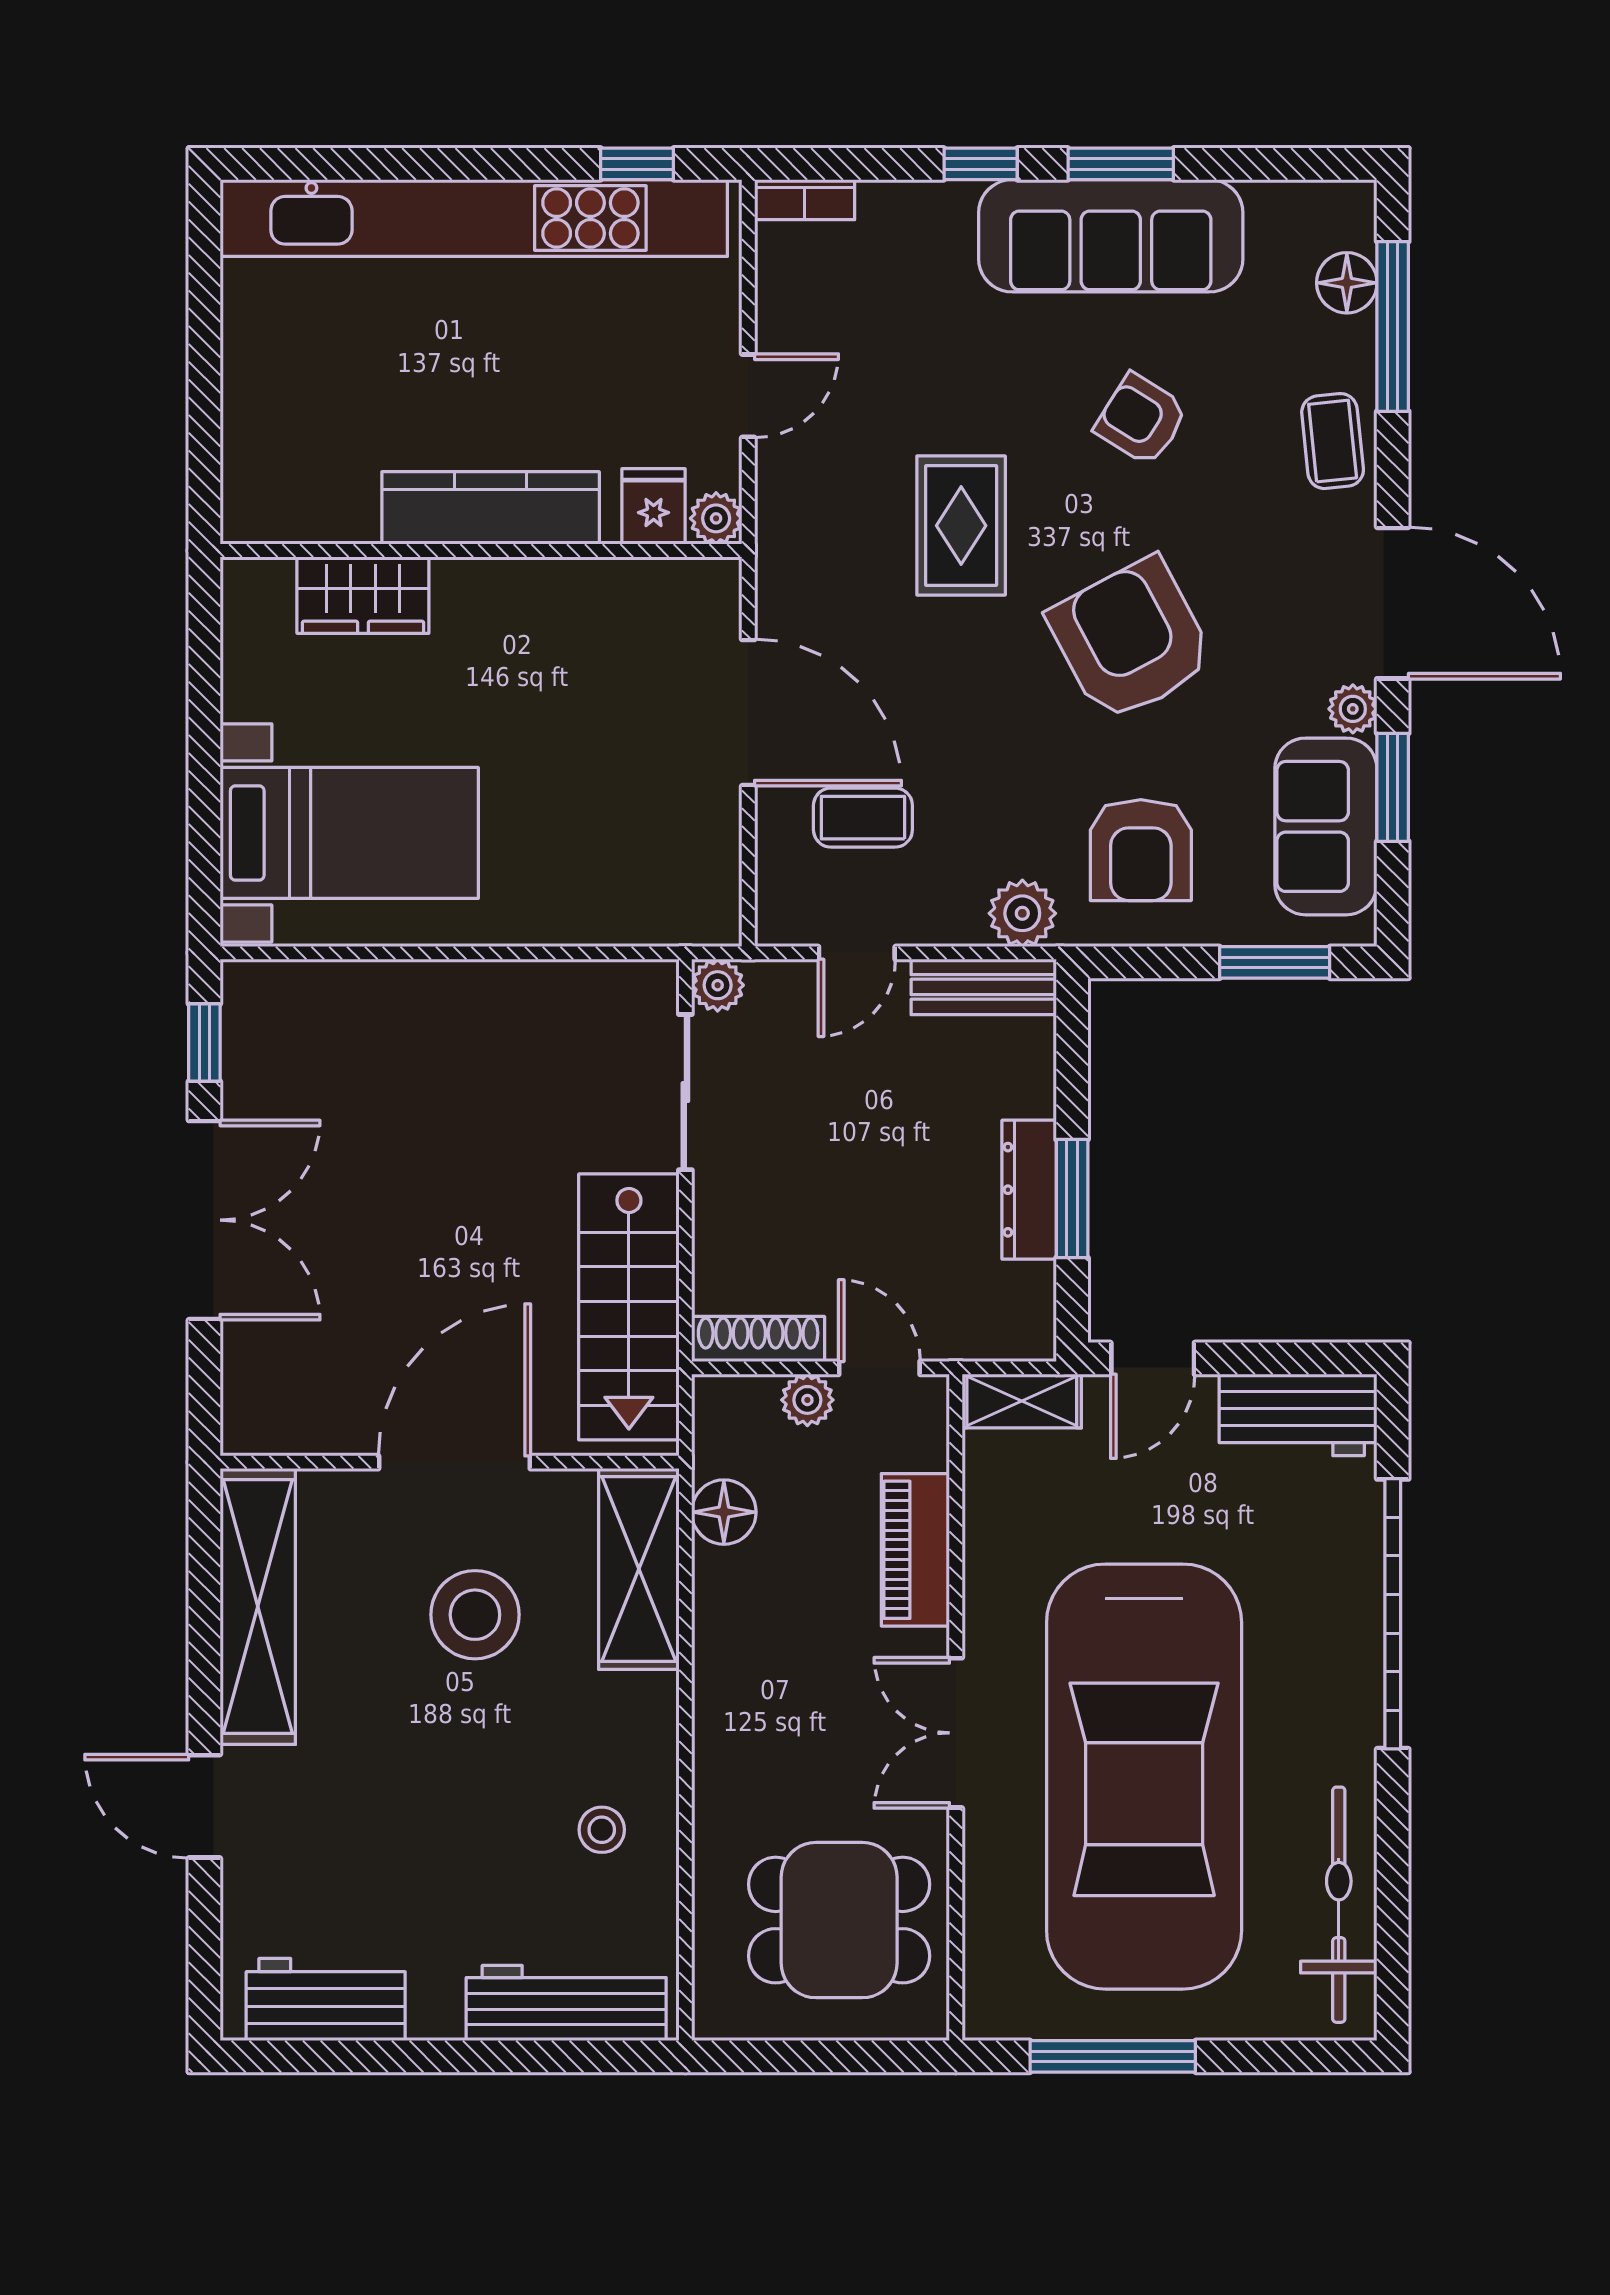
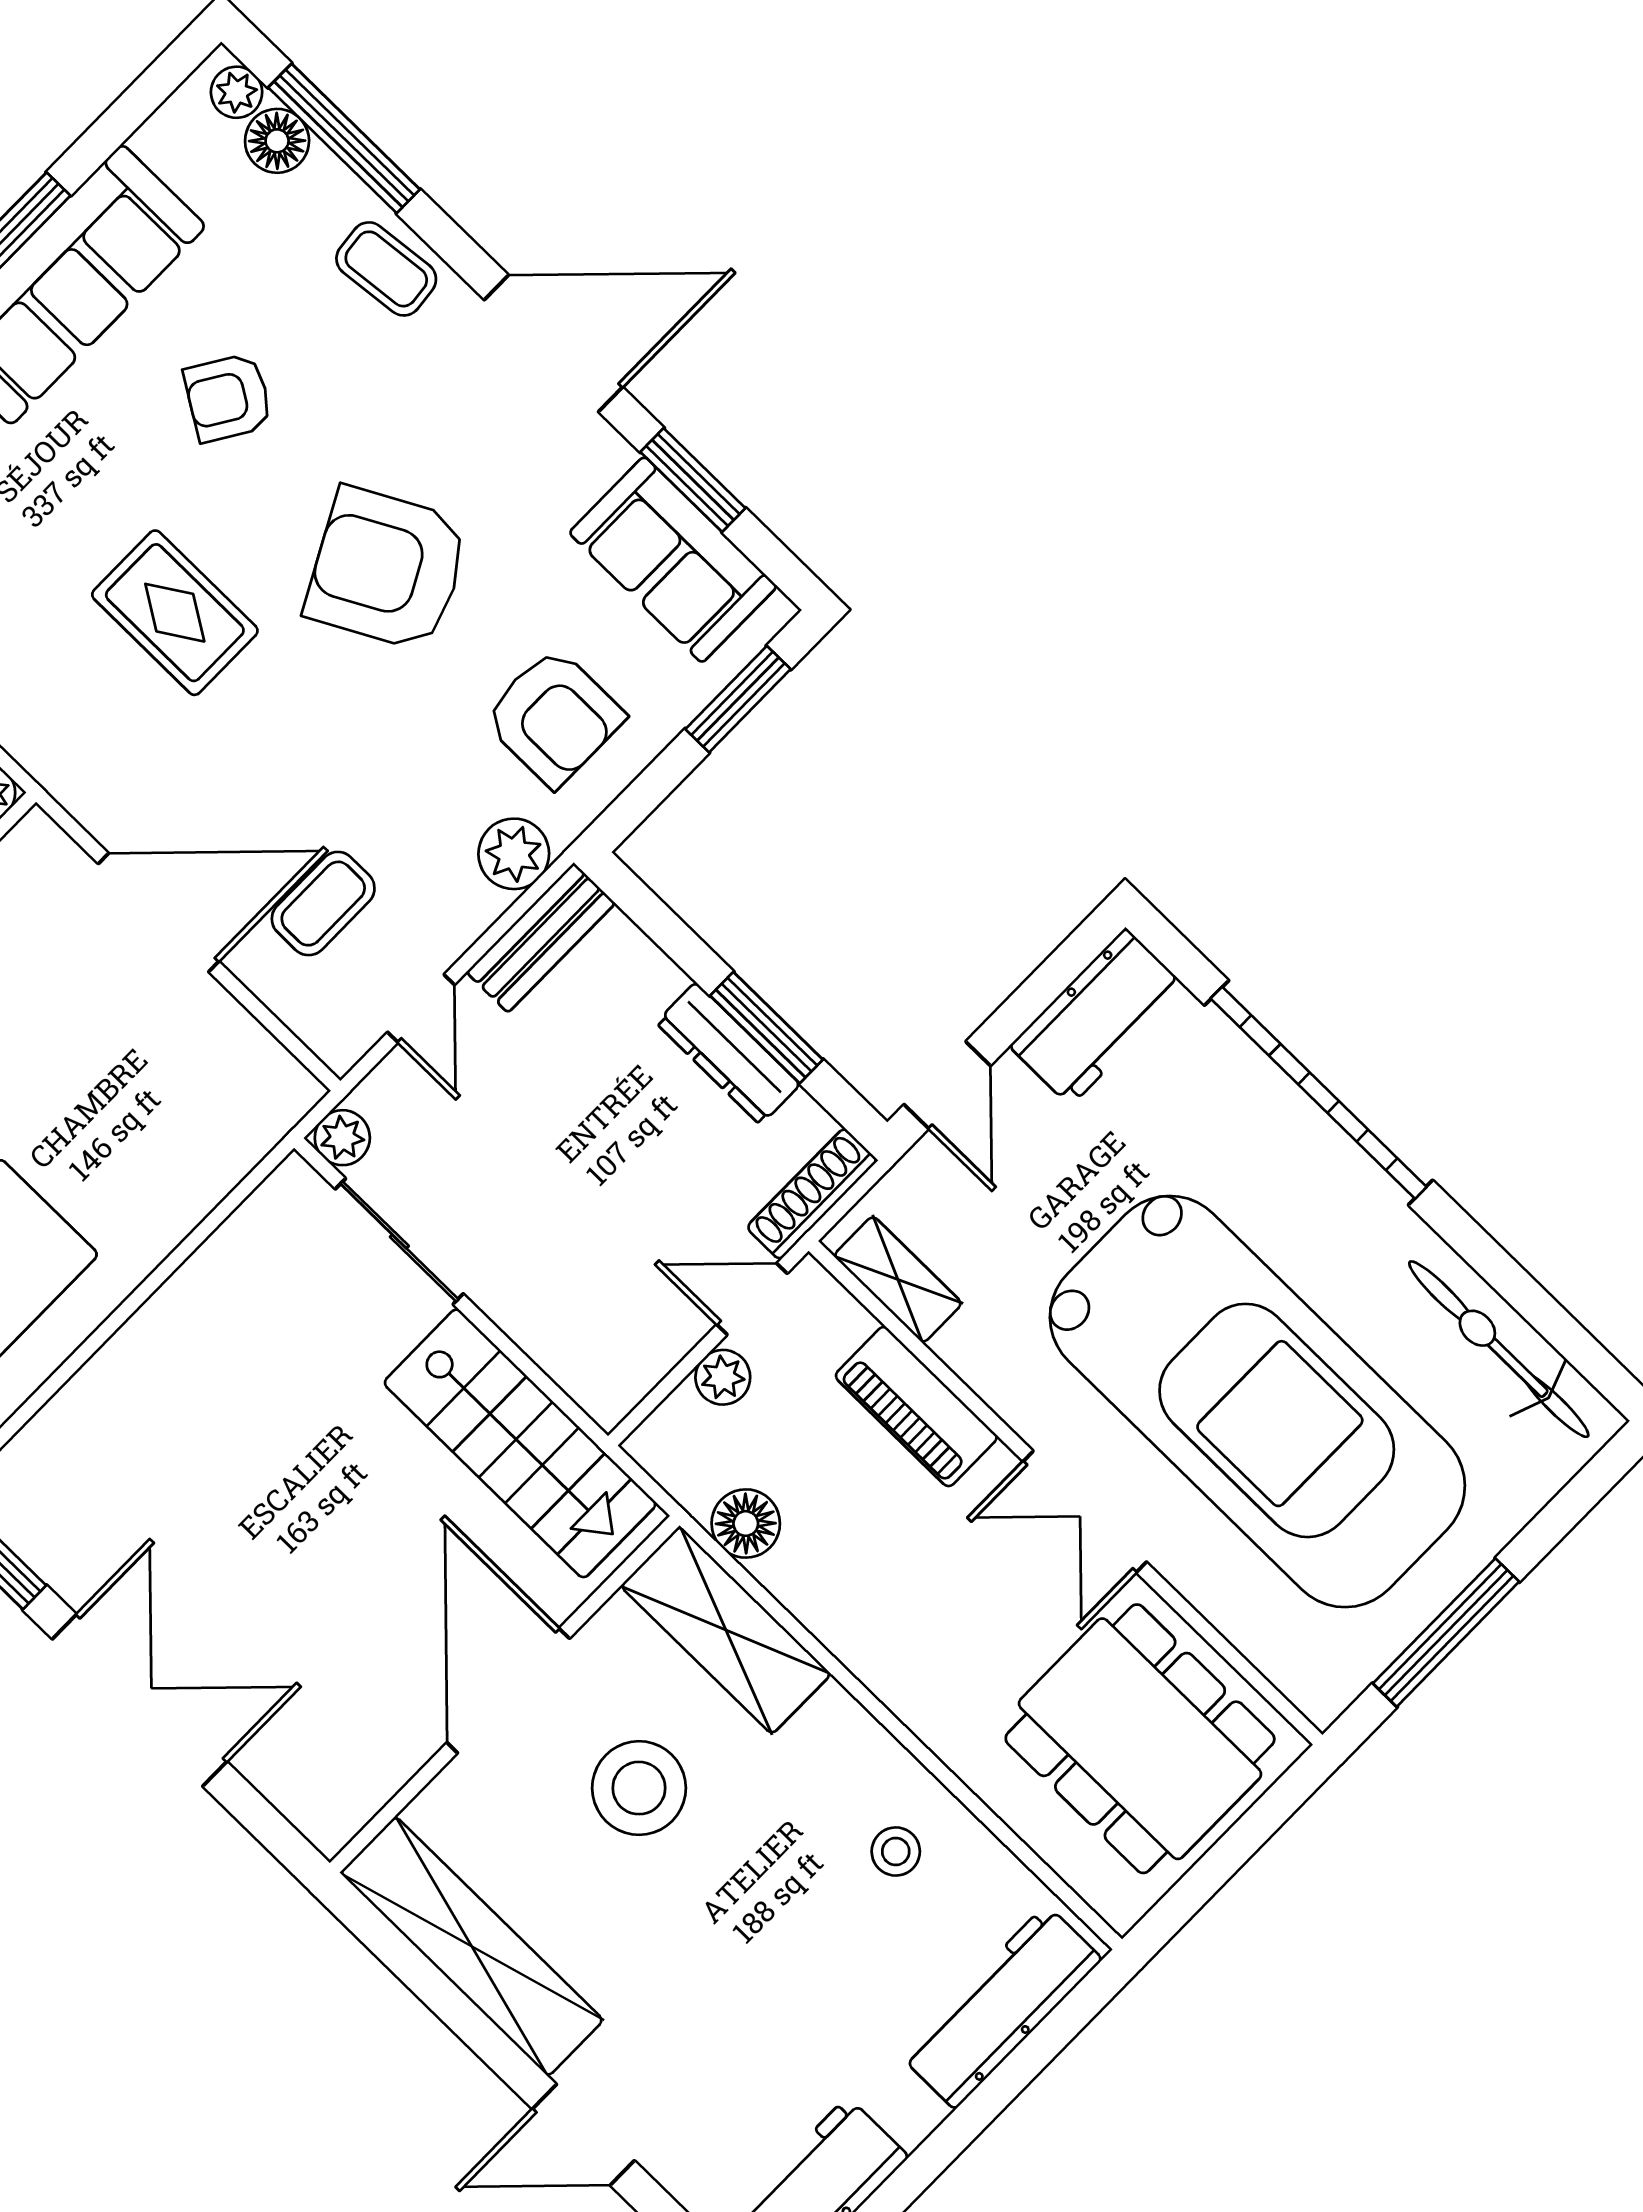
plant: (1353, 709) -> (237, 92), moved
shoe rack: (758, 1339) -> (812, 1194), moved
shelving: (1022, 1401) -> (898, 1280), moved, turned 90
dining table: (839, 1920) -> (1140, 1739), width x1.37

